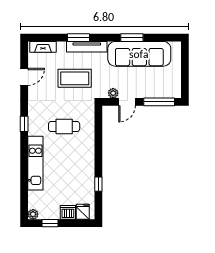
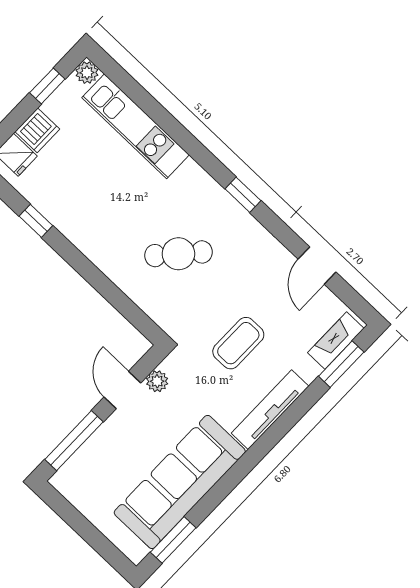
window: (78, 38) -> (341, 364), moved
window: (132, 38) -> (173, 540), moved
coffee table: (75, 78) -> (238, 343), width x0.73, depth x0.76
cafe table: (64, 127) -> (178, 254), turned 42
kitchen unit: (35, 163) -> (136, 126), moved

